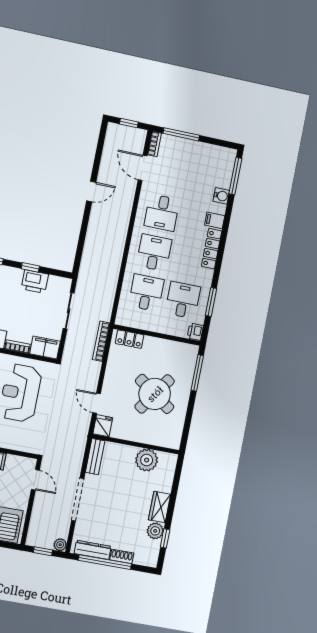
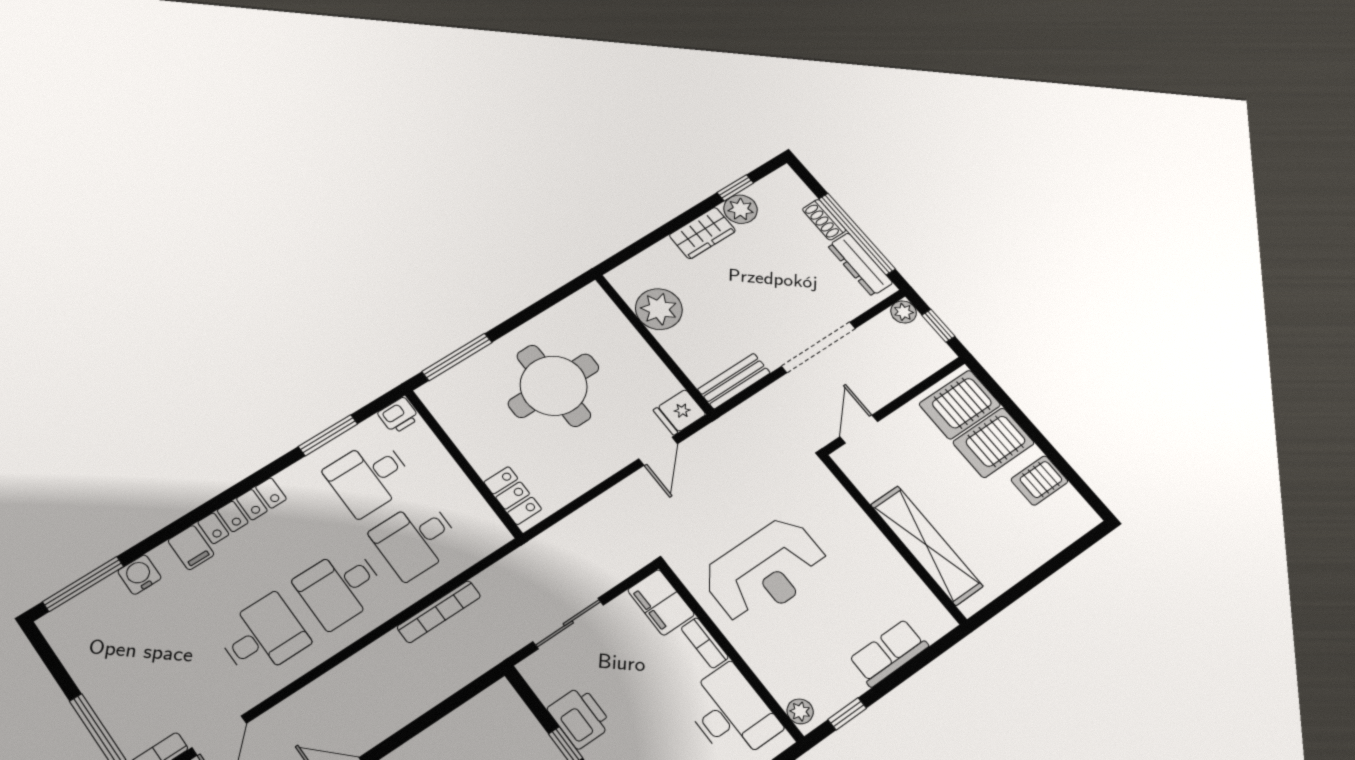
bookcase: (101, 341) -> (439, 612), moved
round table: (155, 394) -> (554, 386), turned -35

